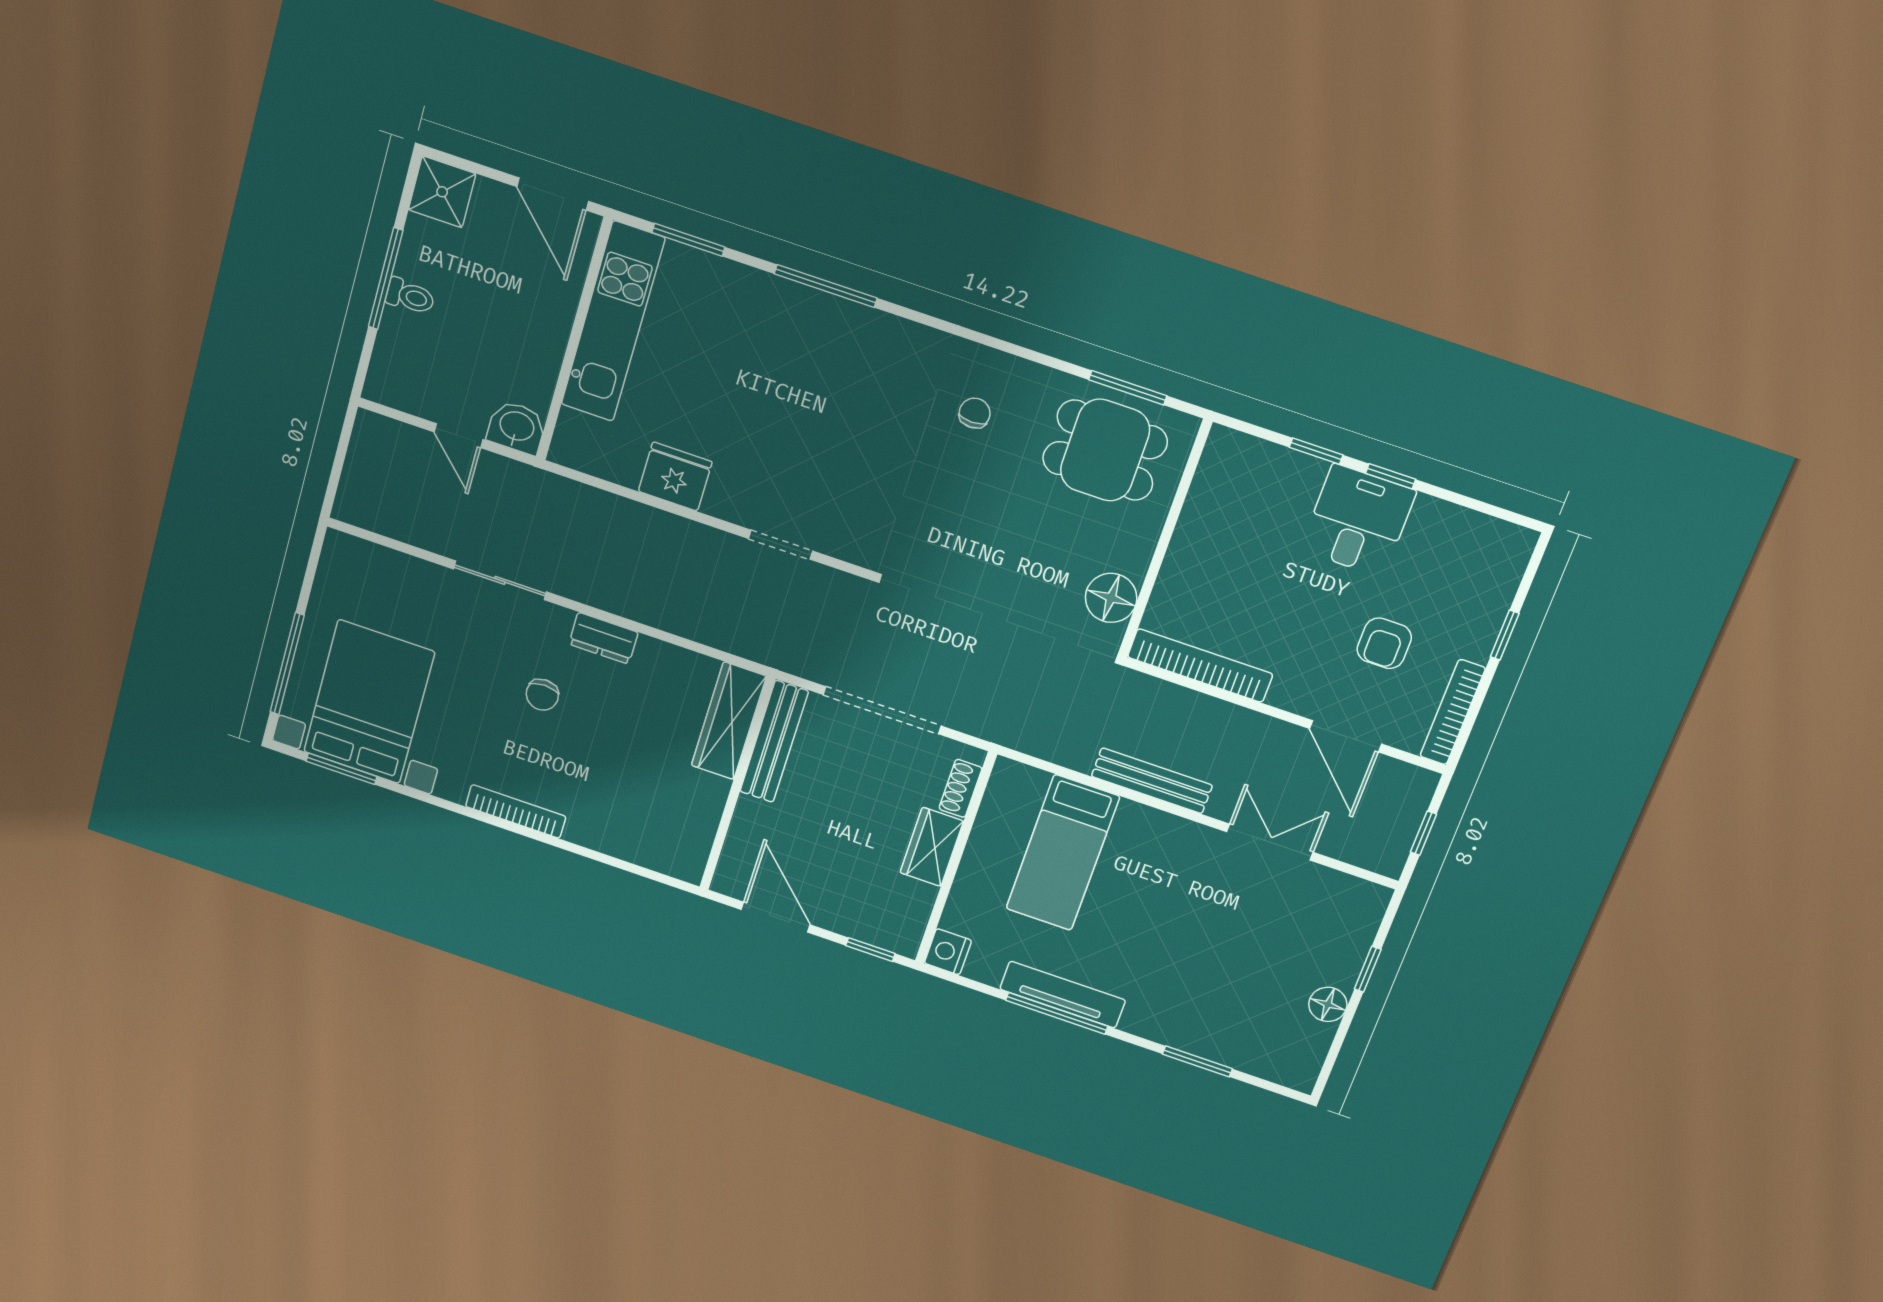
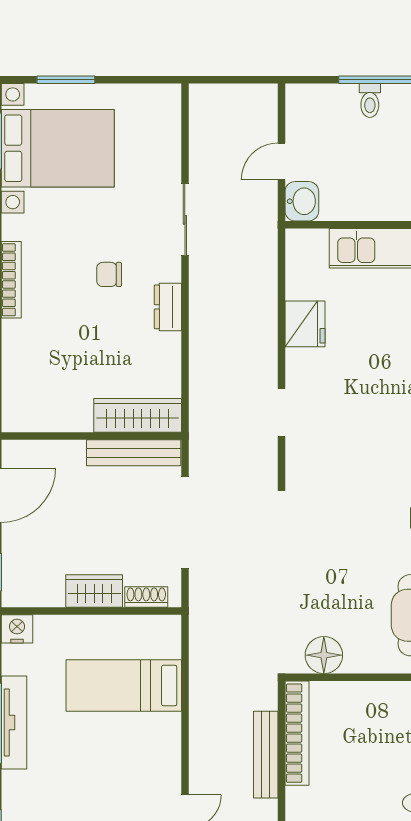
window: (287, 664) -> (66, 80), width x0.69
bench: (1152, 781) -> (266, 755), moved

